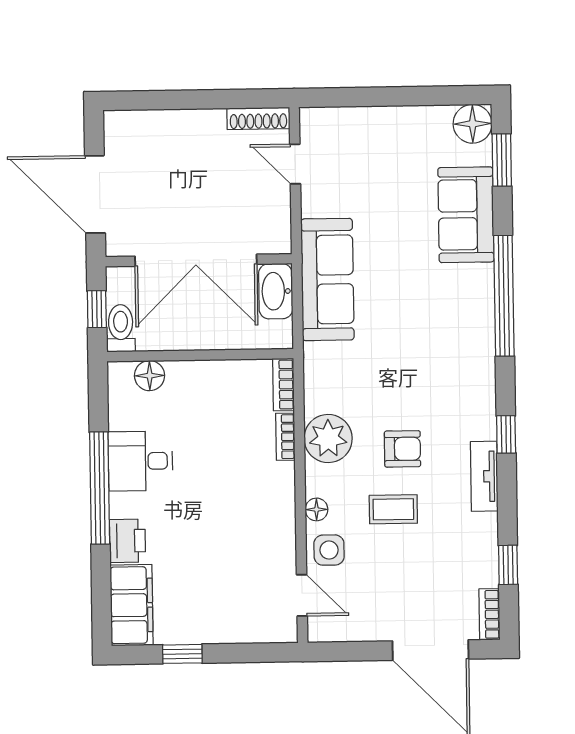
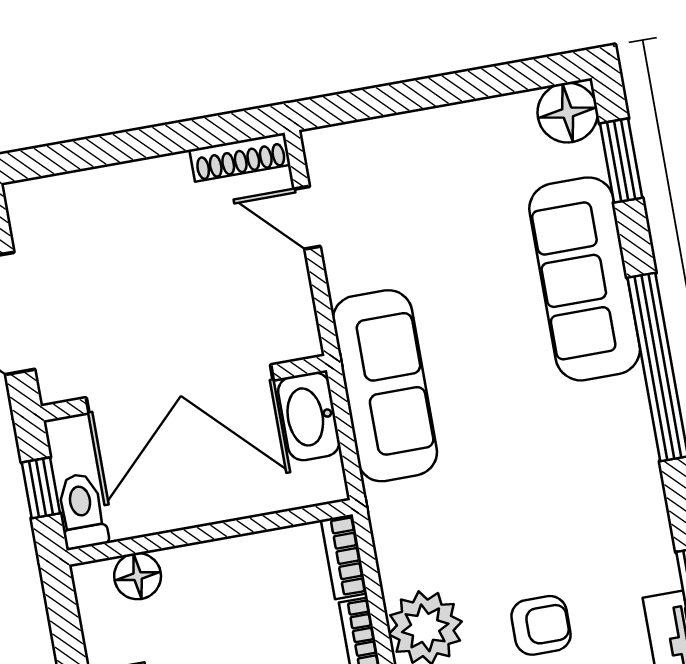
sofa: (466, 215) -> (585, 279), width x1.36

